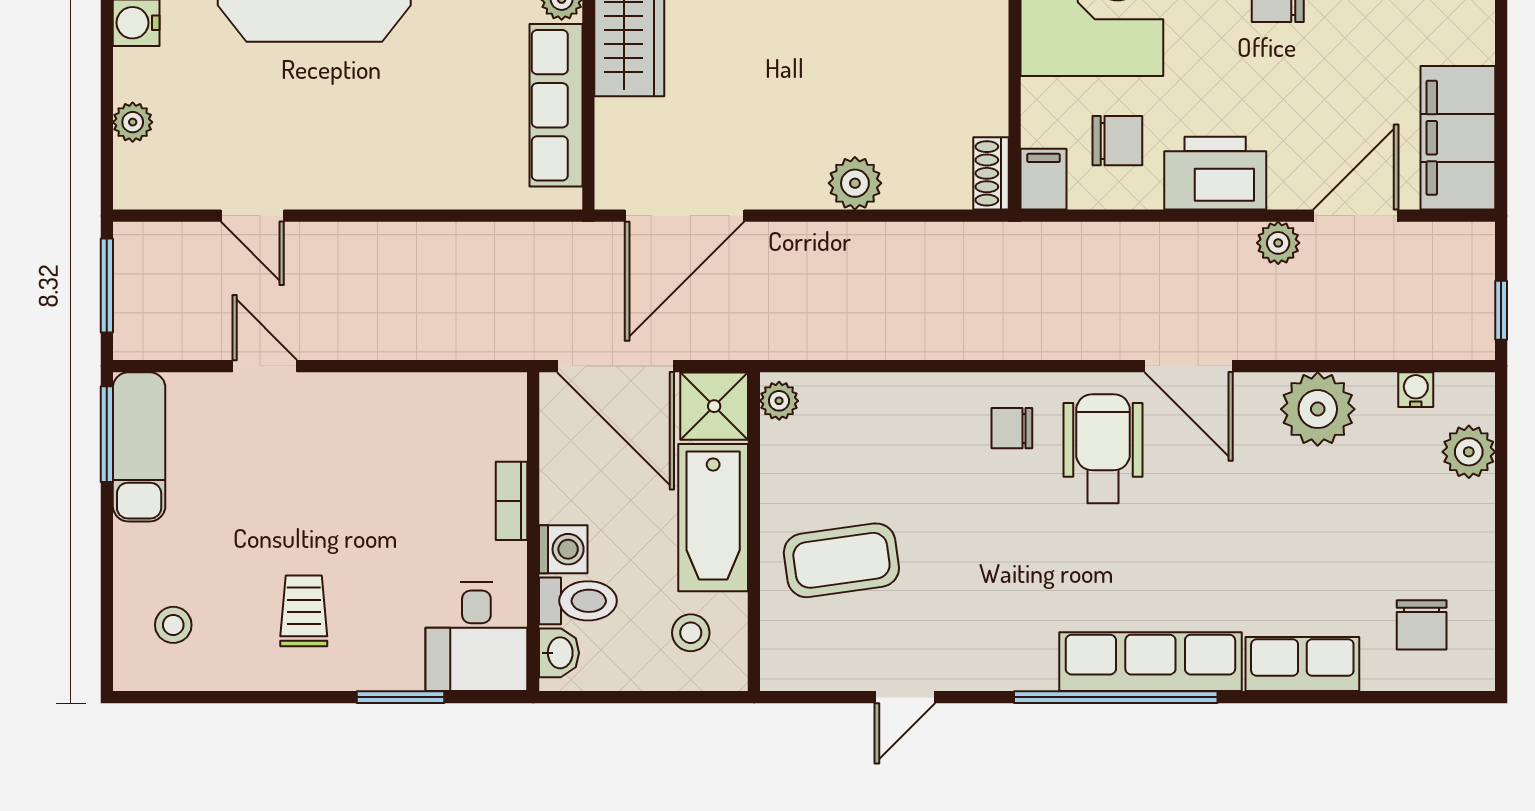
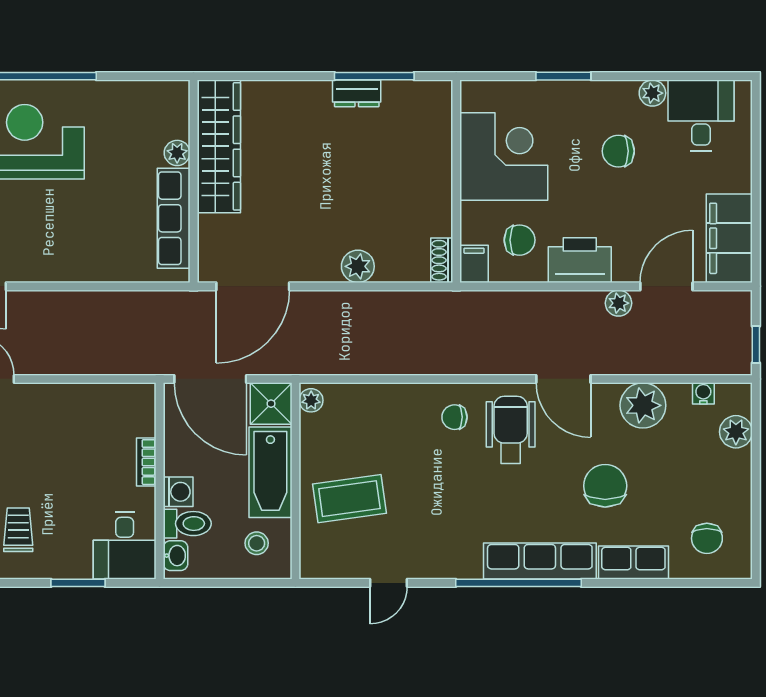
chair: (1256, 540) -> (605, 486), added

